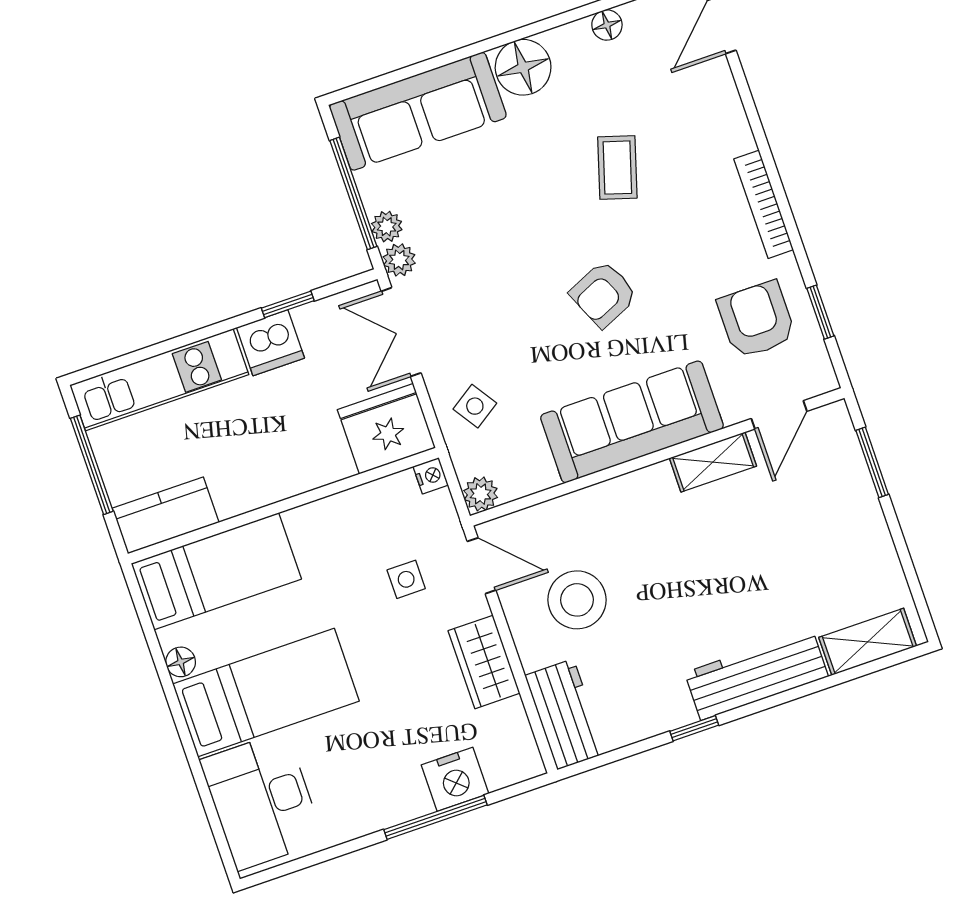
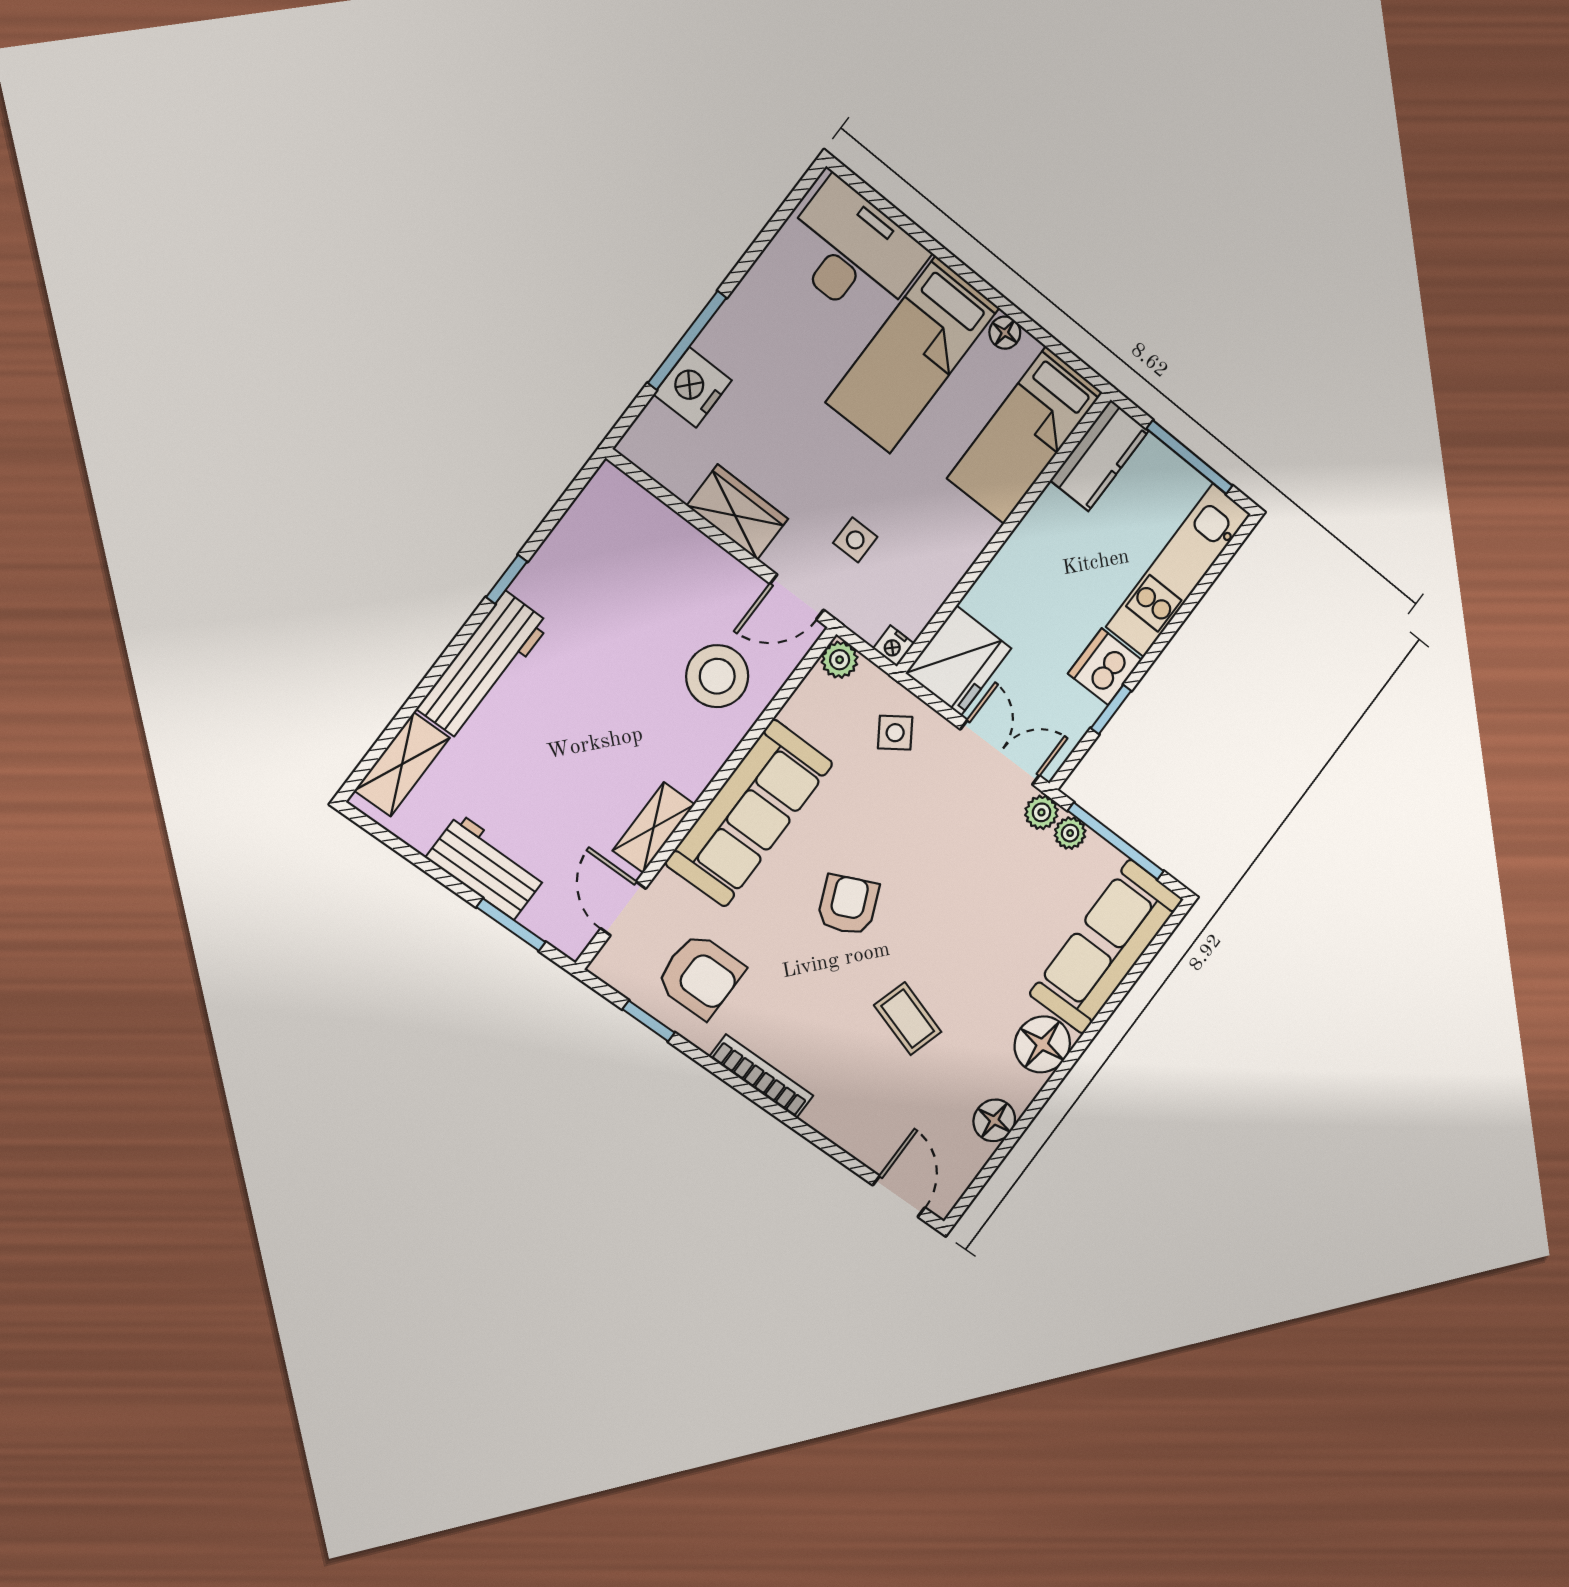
floor lamp: (607, 25) -> (994, 1120), width x1.37, depth x1.37
stool: (577, 600) -> (717, 676), moved
workbench: (565, 714) -> (487, 867), moved, turned 180

